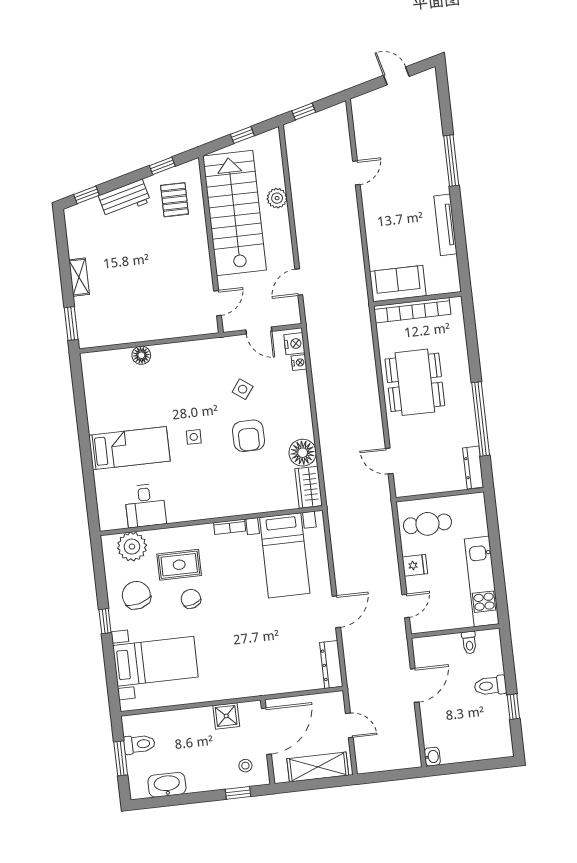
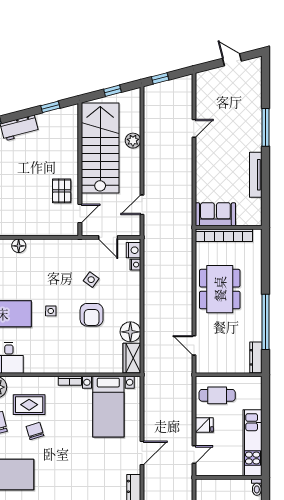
pallet: (175, 200) -> (62, 191), moved
toilet: (469, 643) -> (257, 487), moved

